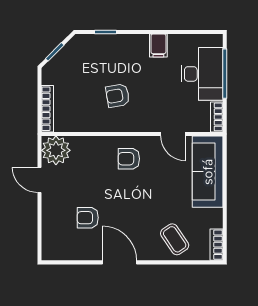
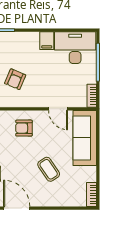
desk: (202, 74) -> (75, 48), moved, turned -90
armchair: (118, 96) -> (15, 79), turned -57
coffee table: (175, 239) -> (49, 169), moved

